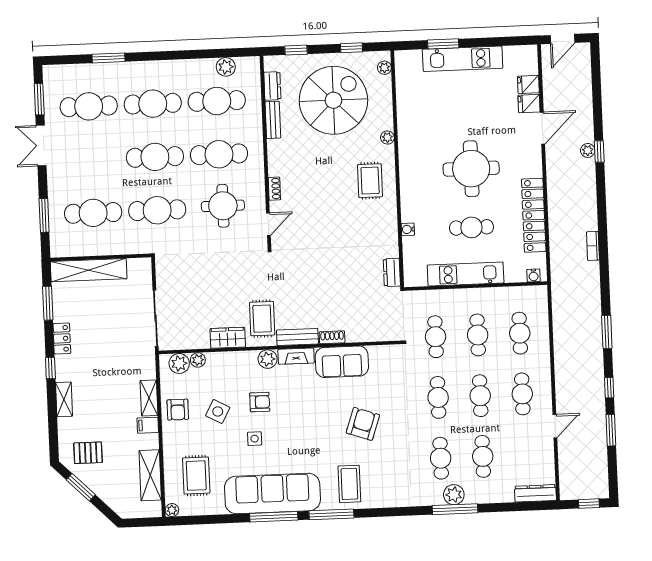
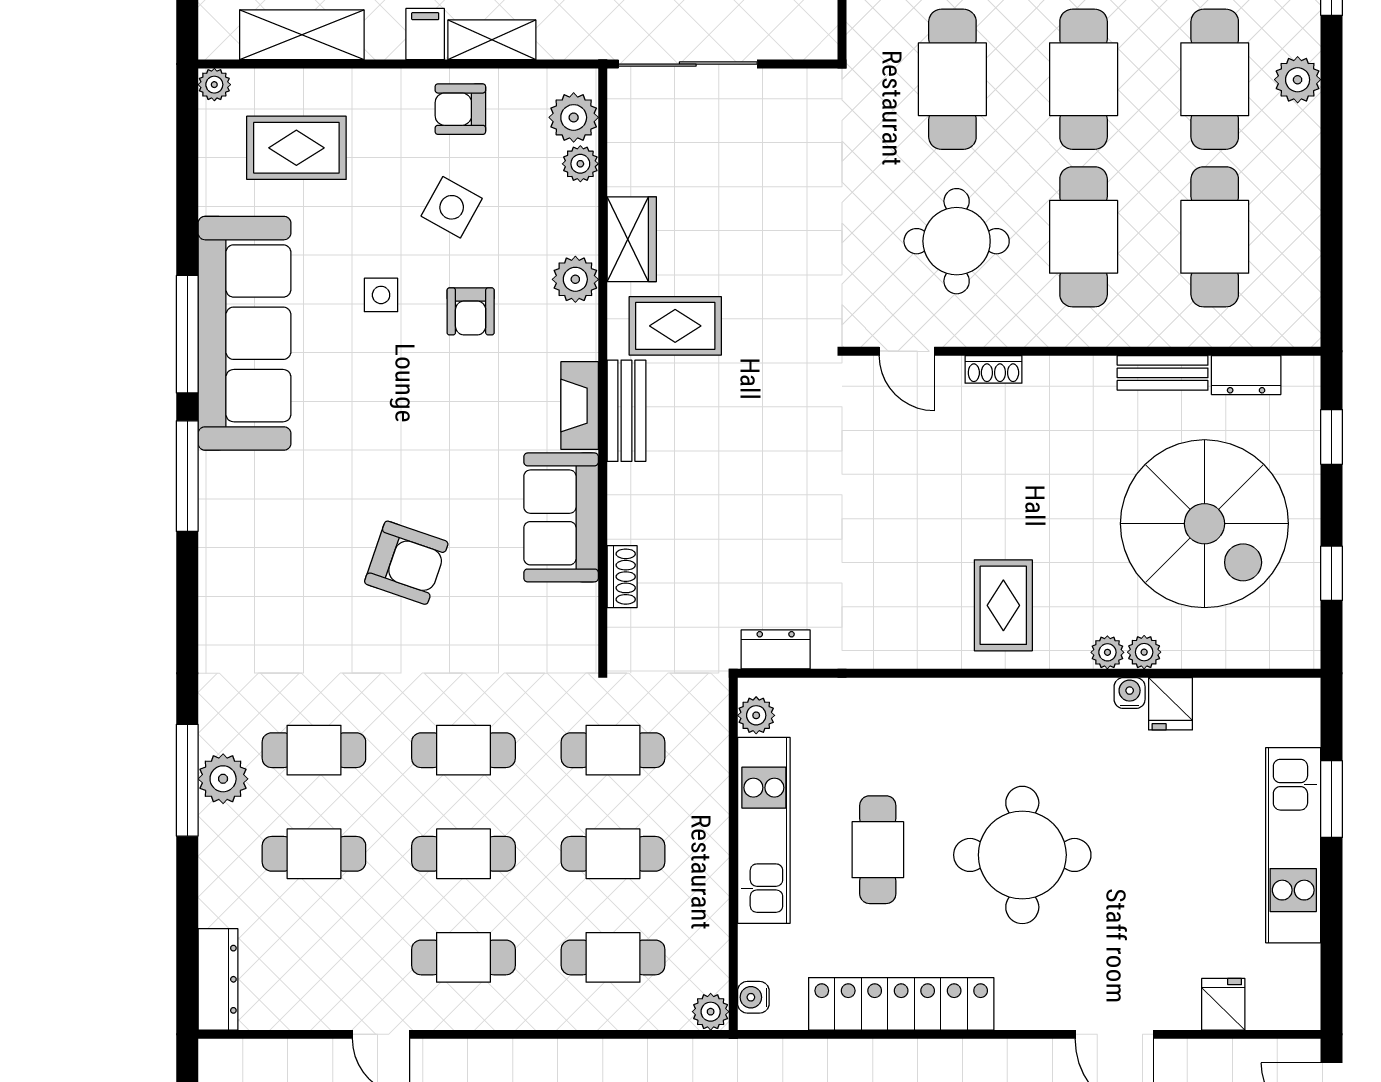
plant: (226, 67) -> (1298, 80), moved
plant: (384, 68) -> (1144, 652), moved
fridge: (529, 104) -> (1171, 704), moved, turned 180
rug: (370, 181) -> (1003, 605), turned 90
water cooler: (408, 229) -> (1130, 693), moved
plant: (419, 279) -> (756, 715), added
plant: (540, 293) -> (711, 1012), added
shoe rack: (332, 337) -> (622, 577), moved
plant: (268, 359) -> (575, 279), moved
coffee table: (349, 484) -> (260, 523), removed

